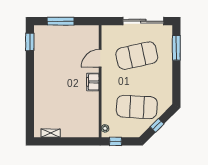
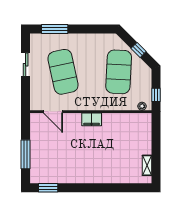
sliding door: (143, 21) -> (26, 65), width x0.54
door: (100, 58) -> (53, 112), moved

